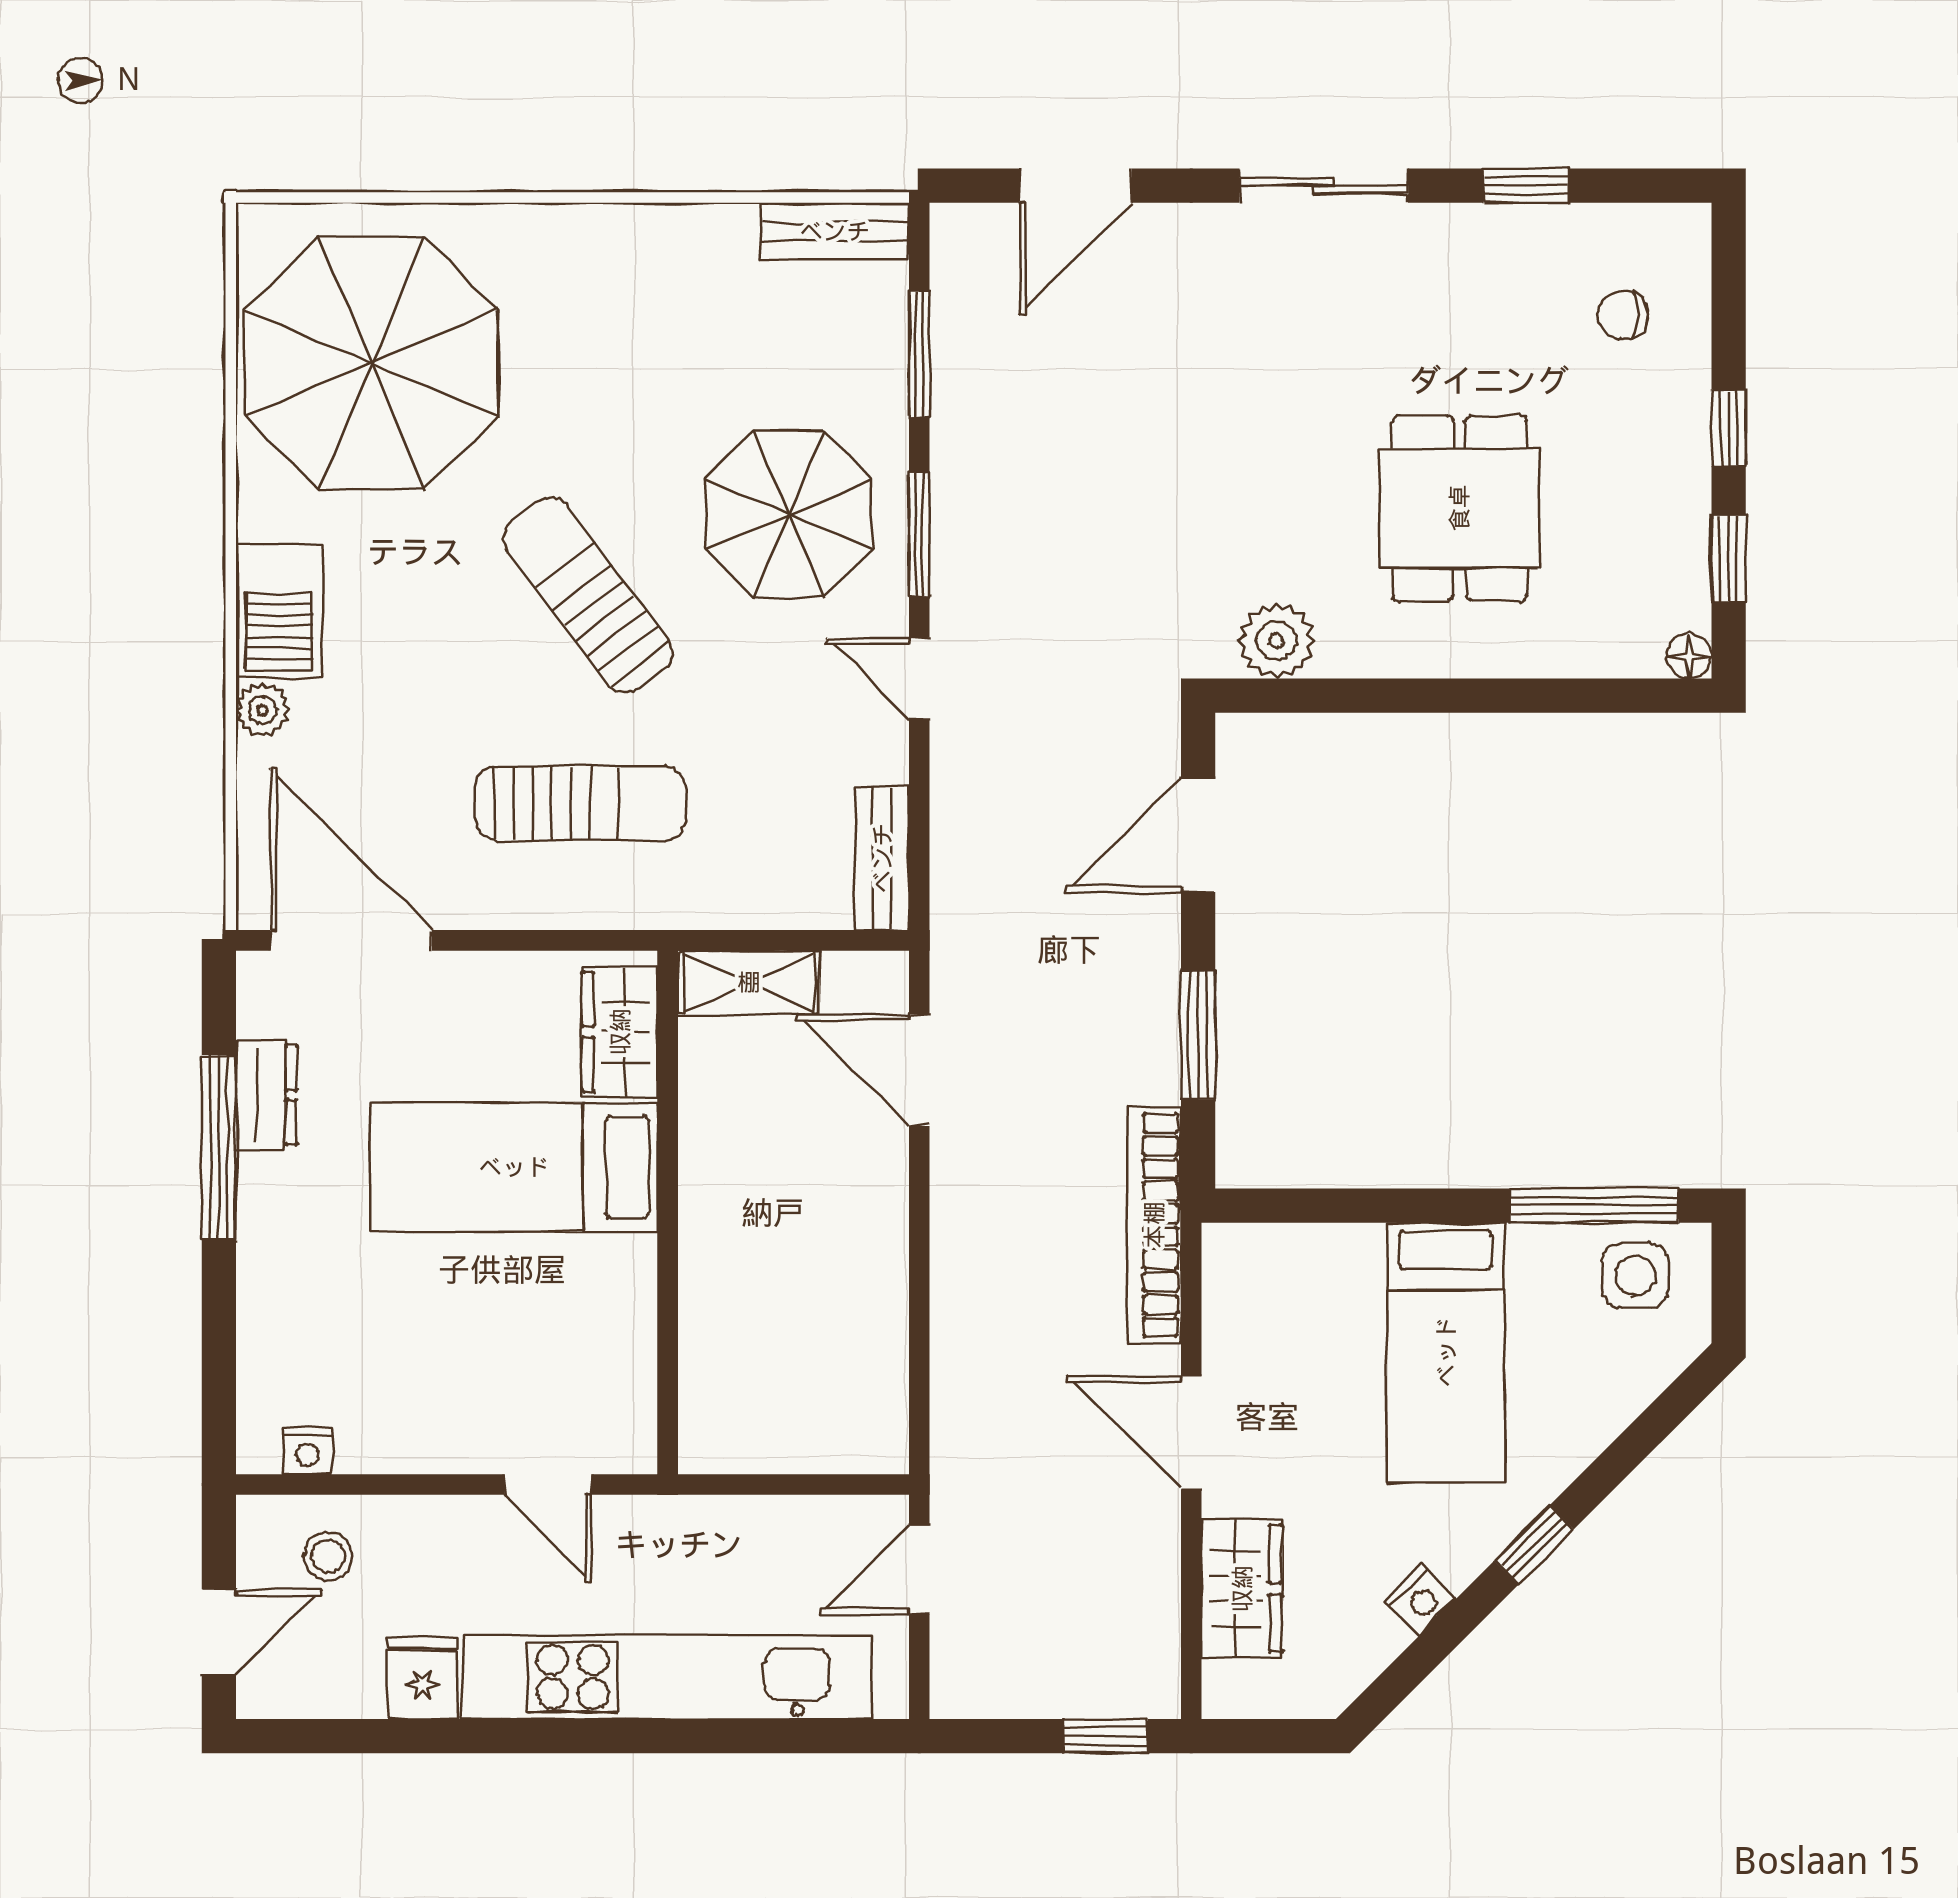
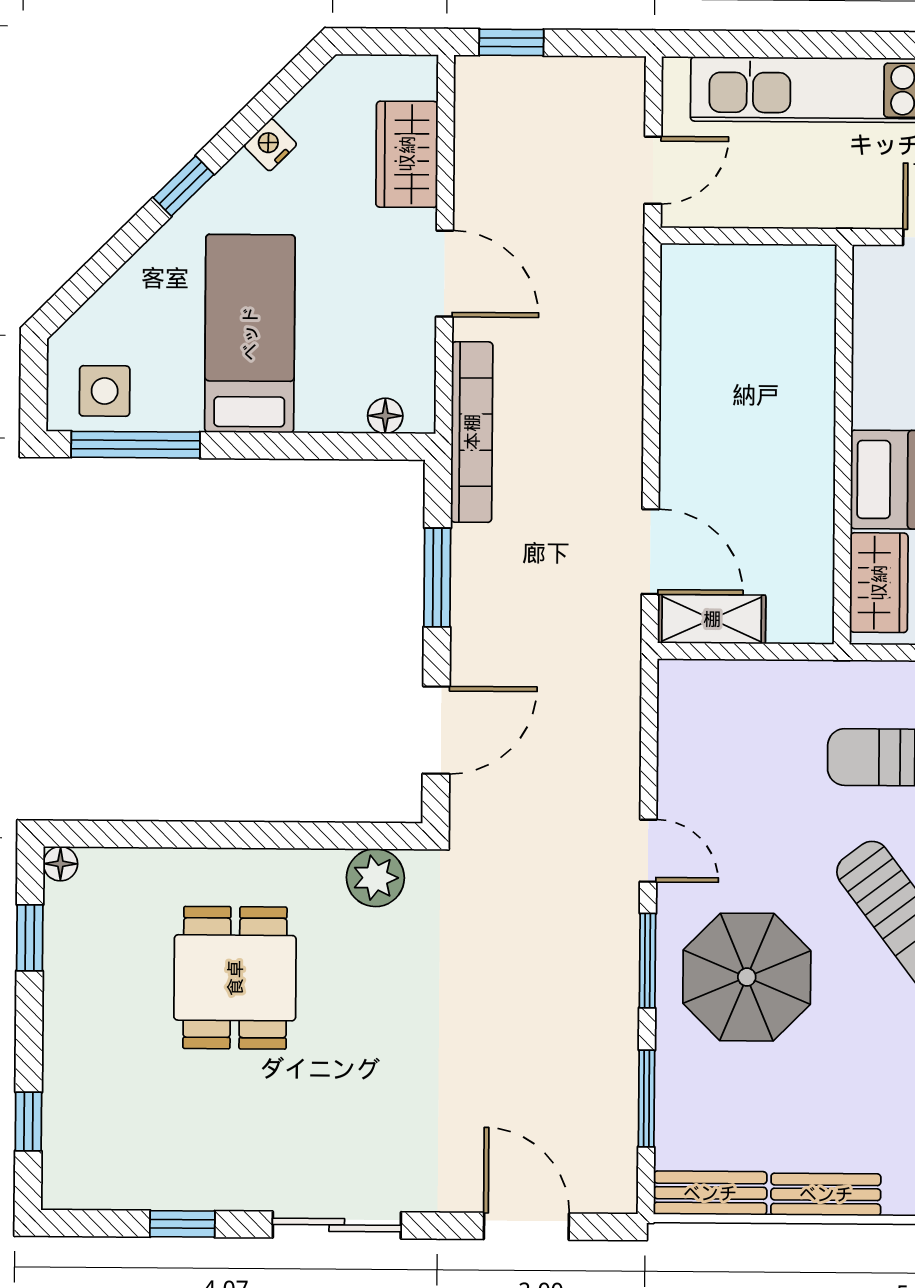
door: (1075, 186) -> (526, 1226), hinge flipped
chair: (1623, 315) -> (109, 1125), removed
window: (1729, 428) -> (28, 1122), moved
bench: (882, 858) -> (826, 1194), moved, turned 90
shelving: (749, 982) -> (712, 619), moved
floor lamp: (1268, 1246) -> (385, 416), added

